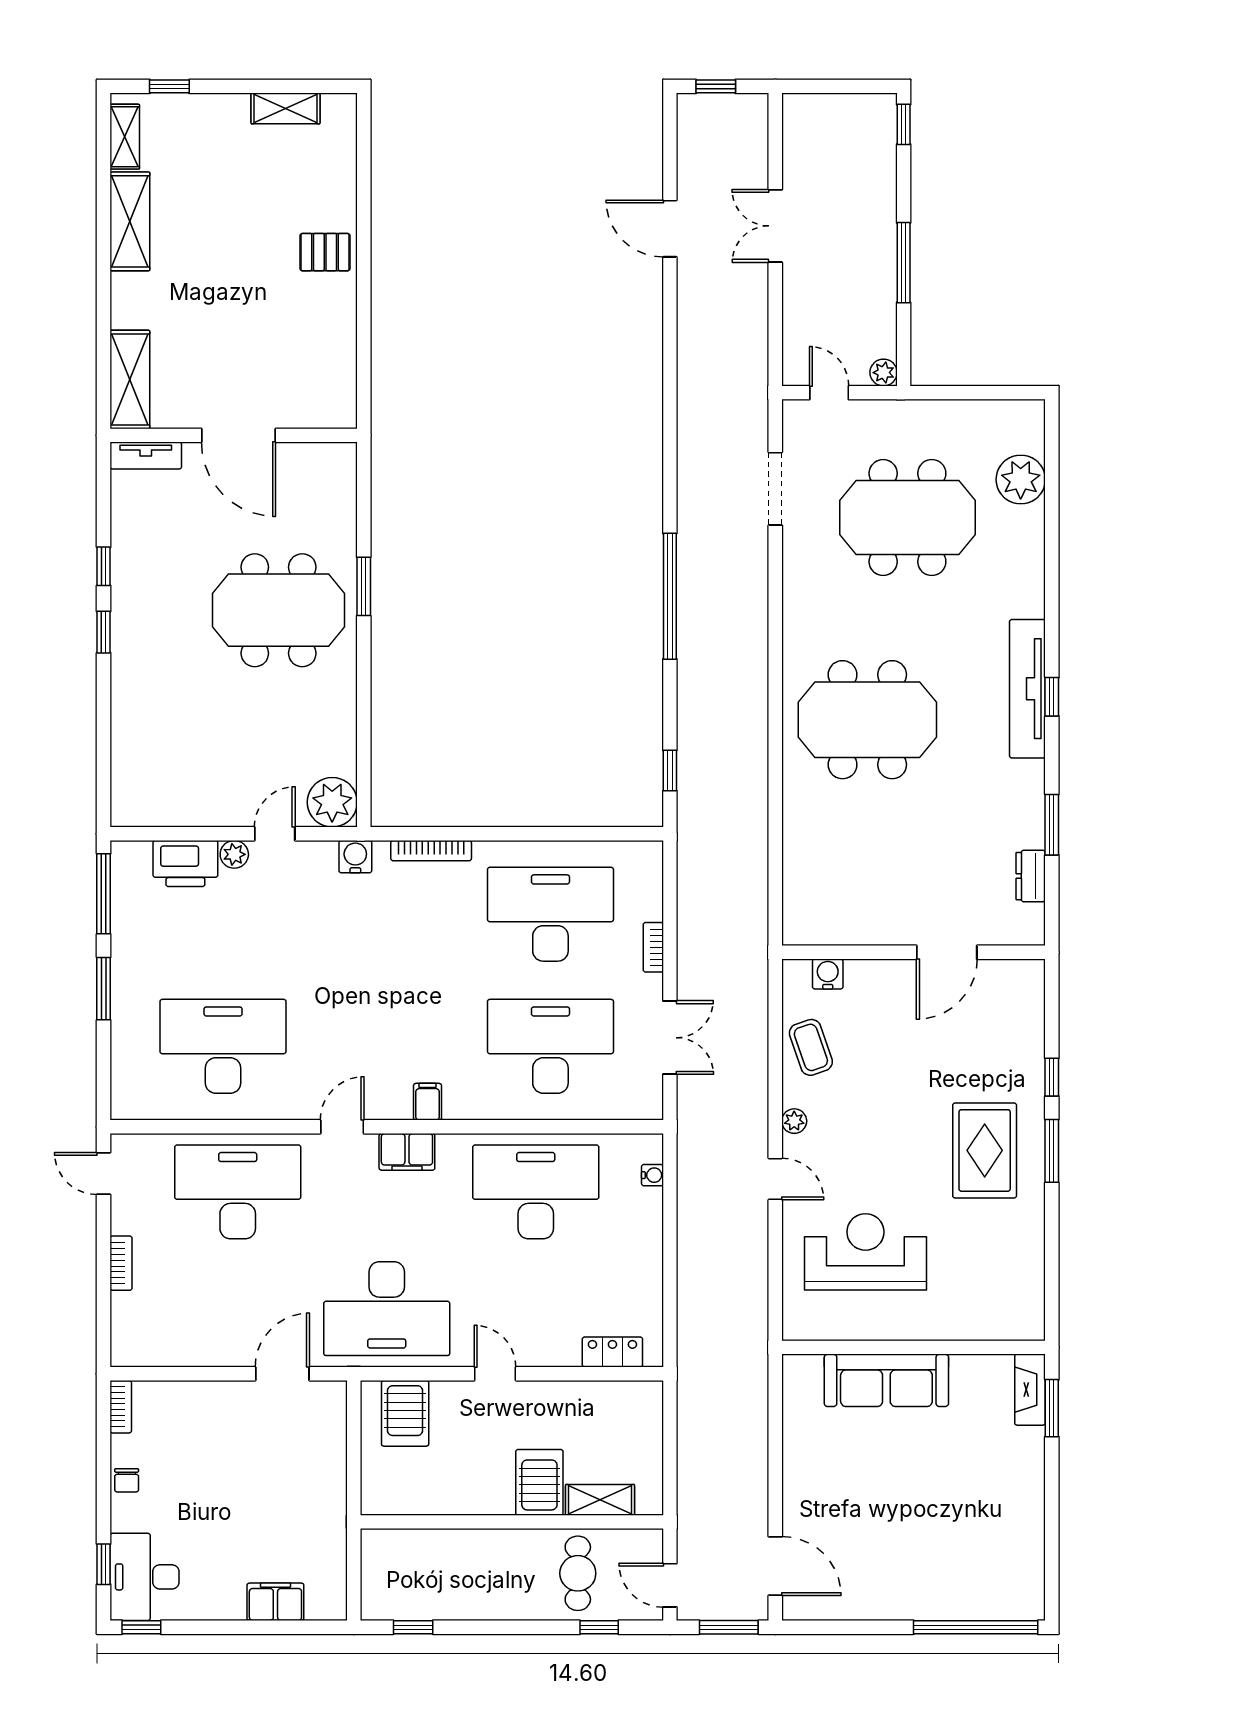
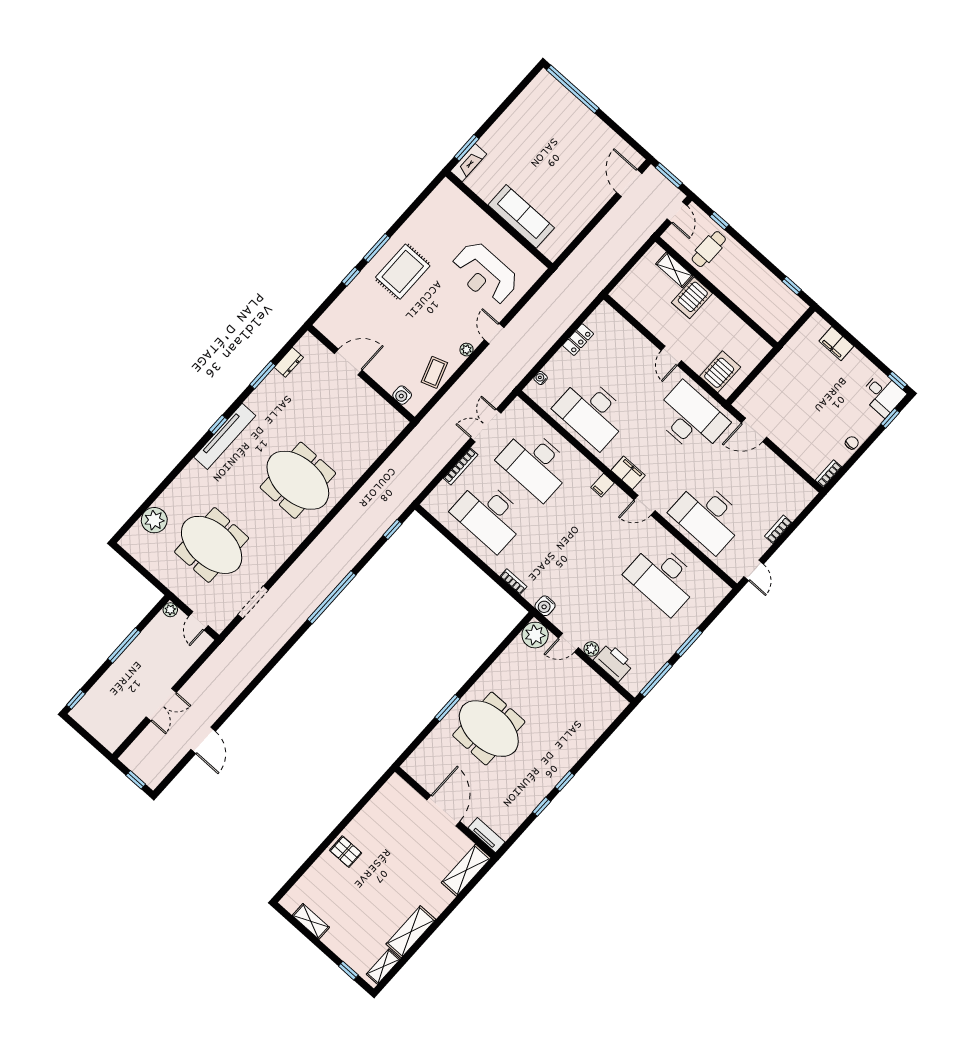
bookcase: (431, 851) -> (513, 582), width x0.64
bookcase: (653, 947) -> (461, 466), width x1.56
locker: (612, 1352) -> (578, 340), moved, turned -90
desk: (145, 1577) -> (883, 394), width x0.73

